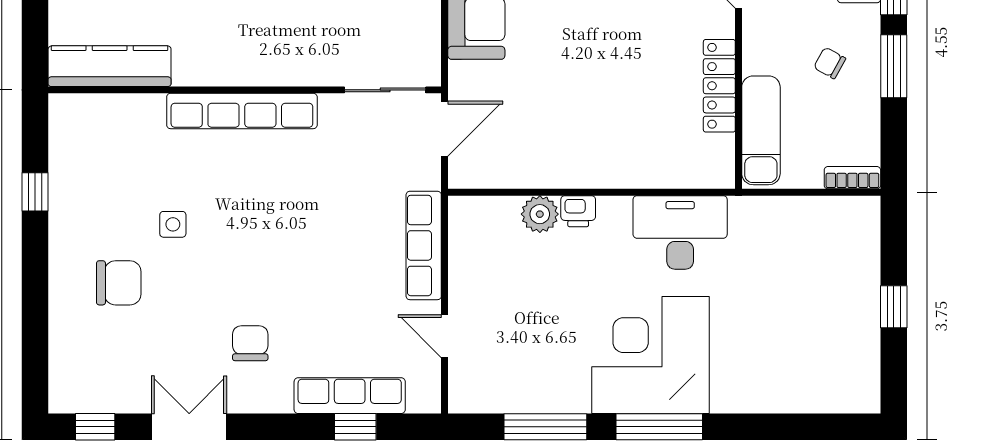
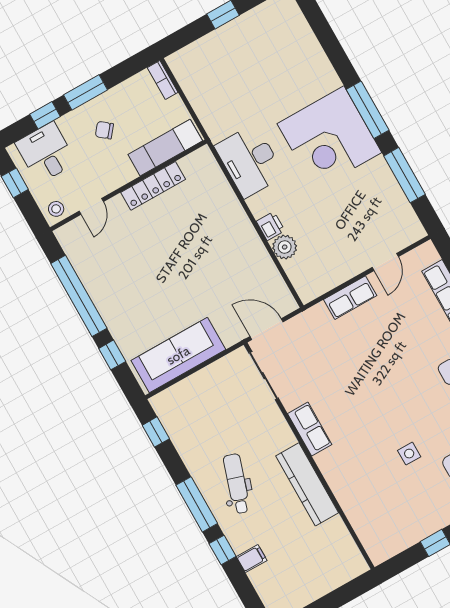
chair: (830, 63) -> (104, 130), turned 100
kitchen counter: (110, 66) -> (307, 484), moved
row of seats: (242, 111) -> (310, 429), width x0.50
row of seats: (424, 245) -> (350, 298), width x0.68

